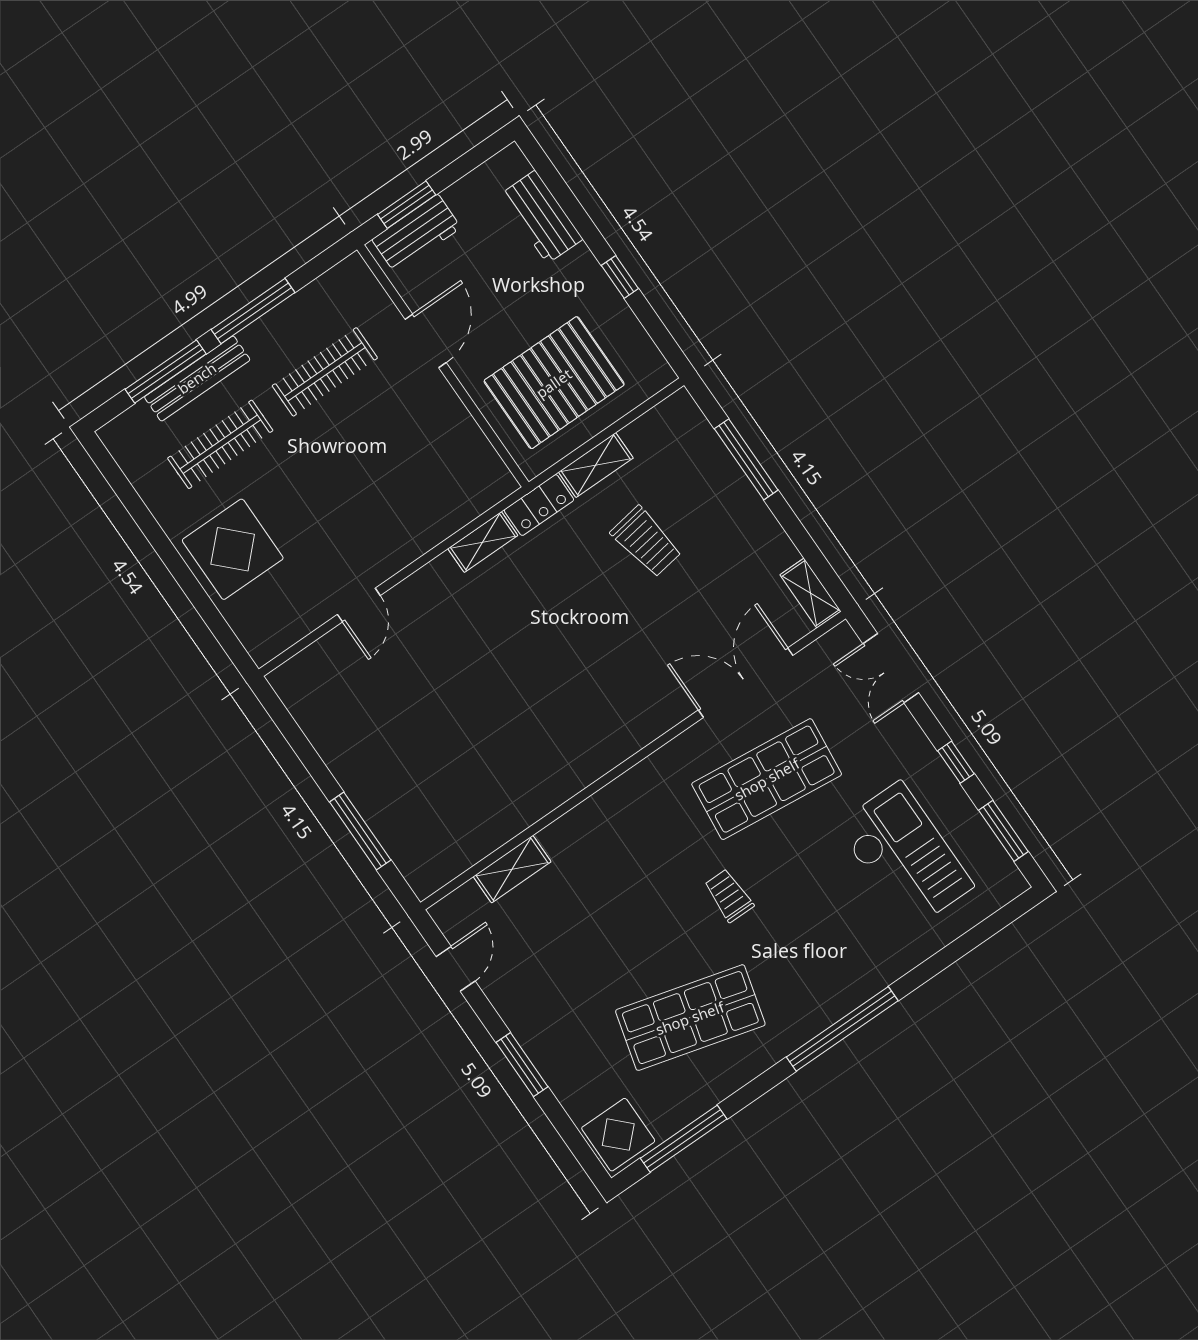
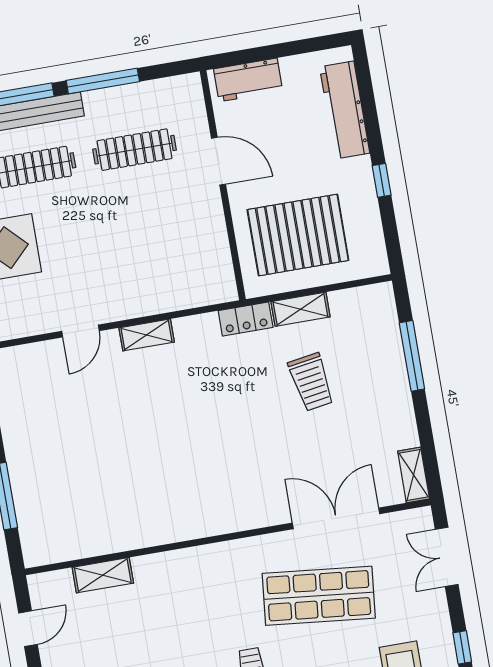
window: (407, 205) -> (251, 55), removed
workbench: (541, 217) -> (345, 110), width x1.38
door: (426, 341) -> (219, 161), hinge flipped
shelving: (483, 542) -> (147, 335), moved

